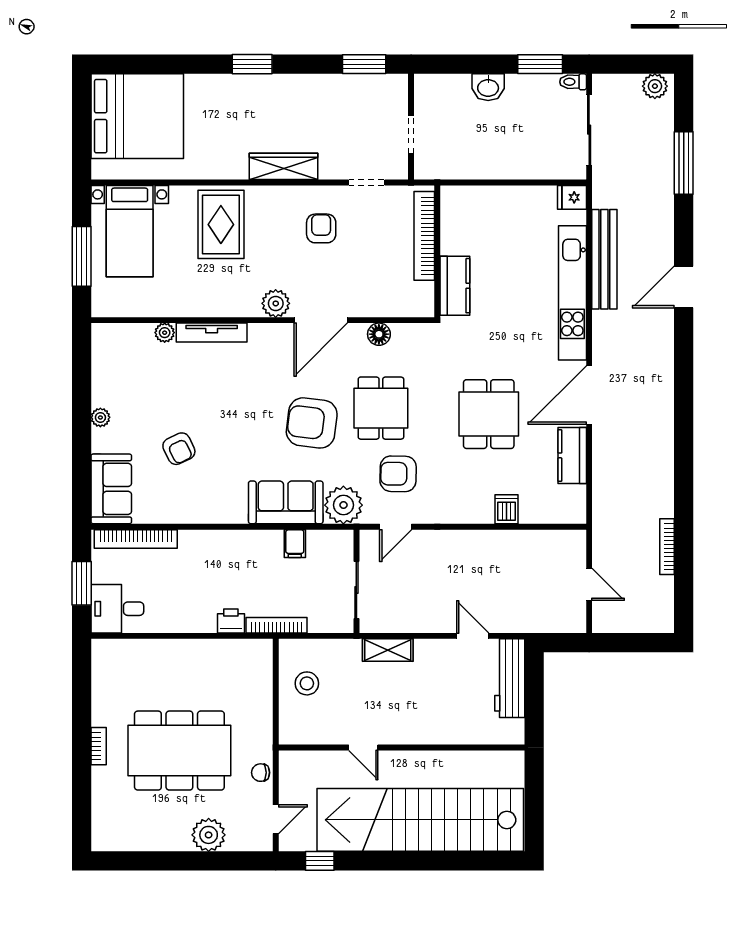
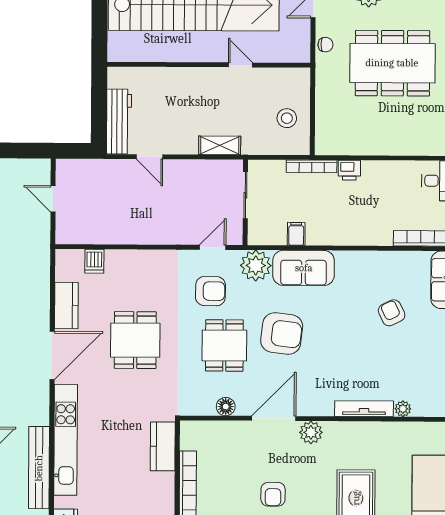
dishwasher: (507, 509) -> (94, 261), moved

